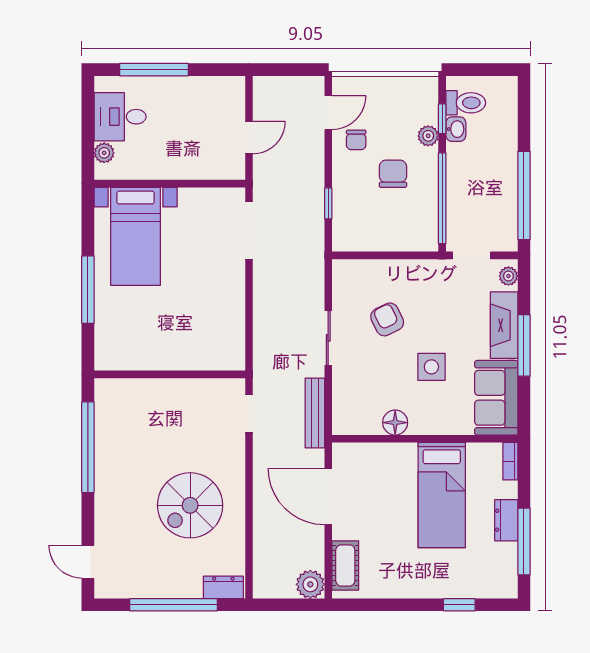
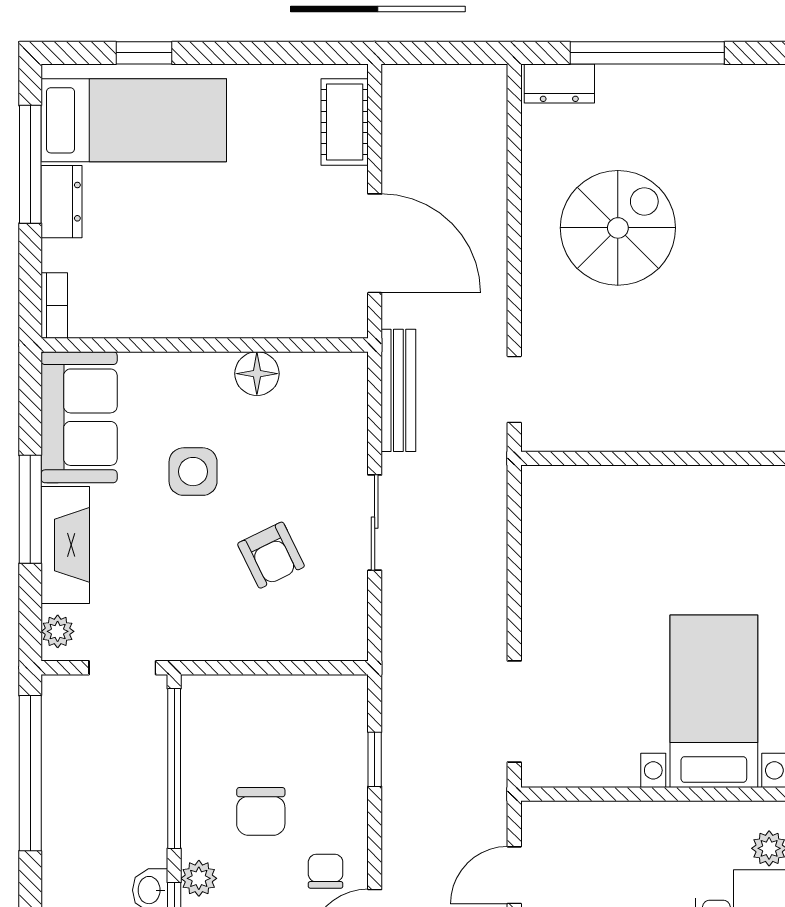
bed: (442, 495) -> (134, 120), moved, turned 90
plant: (310, 584) -> (406, 89), removed

